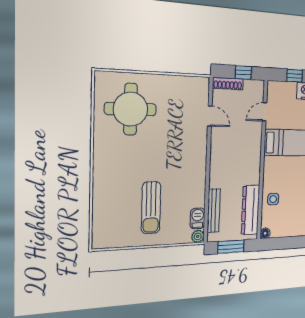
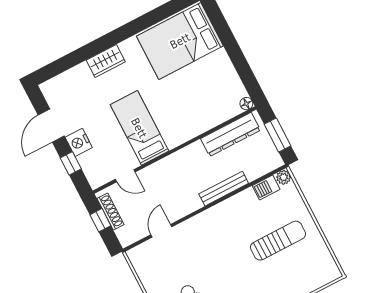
shoe rack: (228, 84) -> (110, 211), moved
side table: (273, 199) -> (207, 115), removed
bench: (214, 211) -> (224, 189), moved

